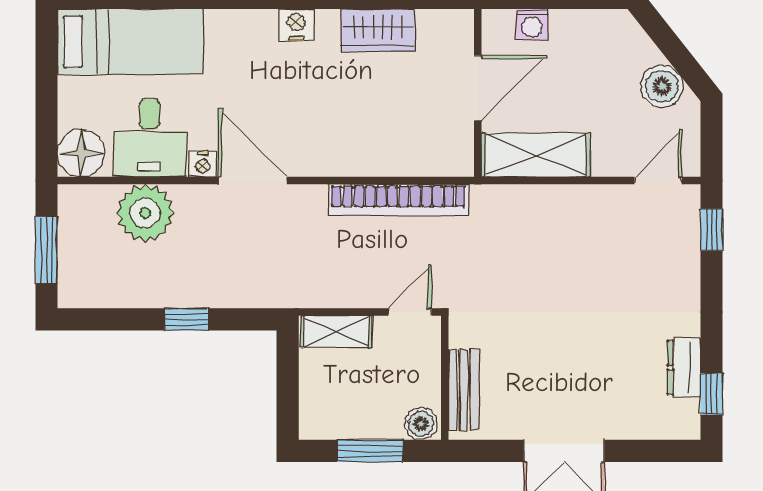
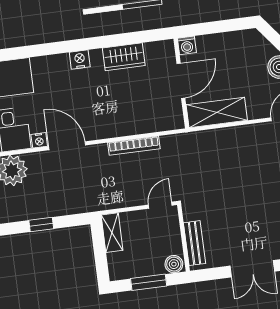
washing machine: (532, 24) -> (187, 45), moved
bookcase: (398, 200) -> (134, 146), width x0.68, depth x0.76
shelving: (336, 332) -> (112, 233), moved, turned 90

